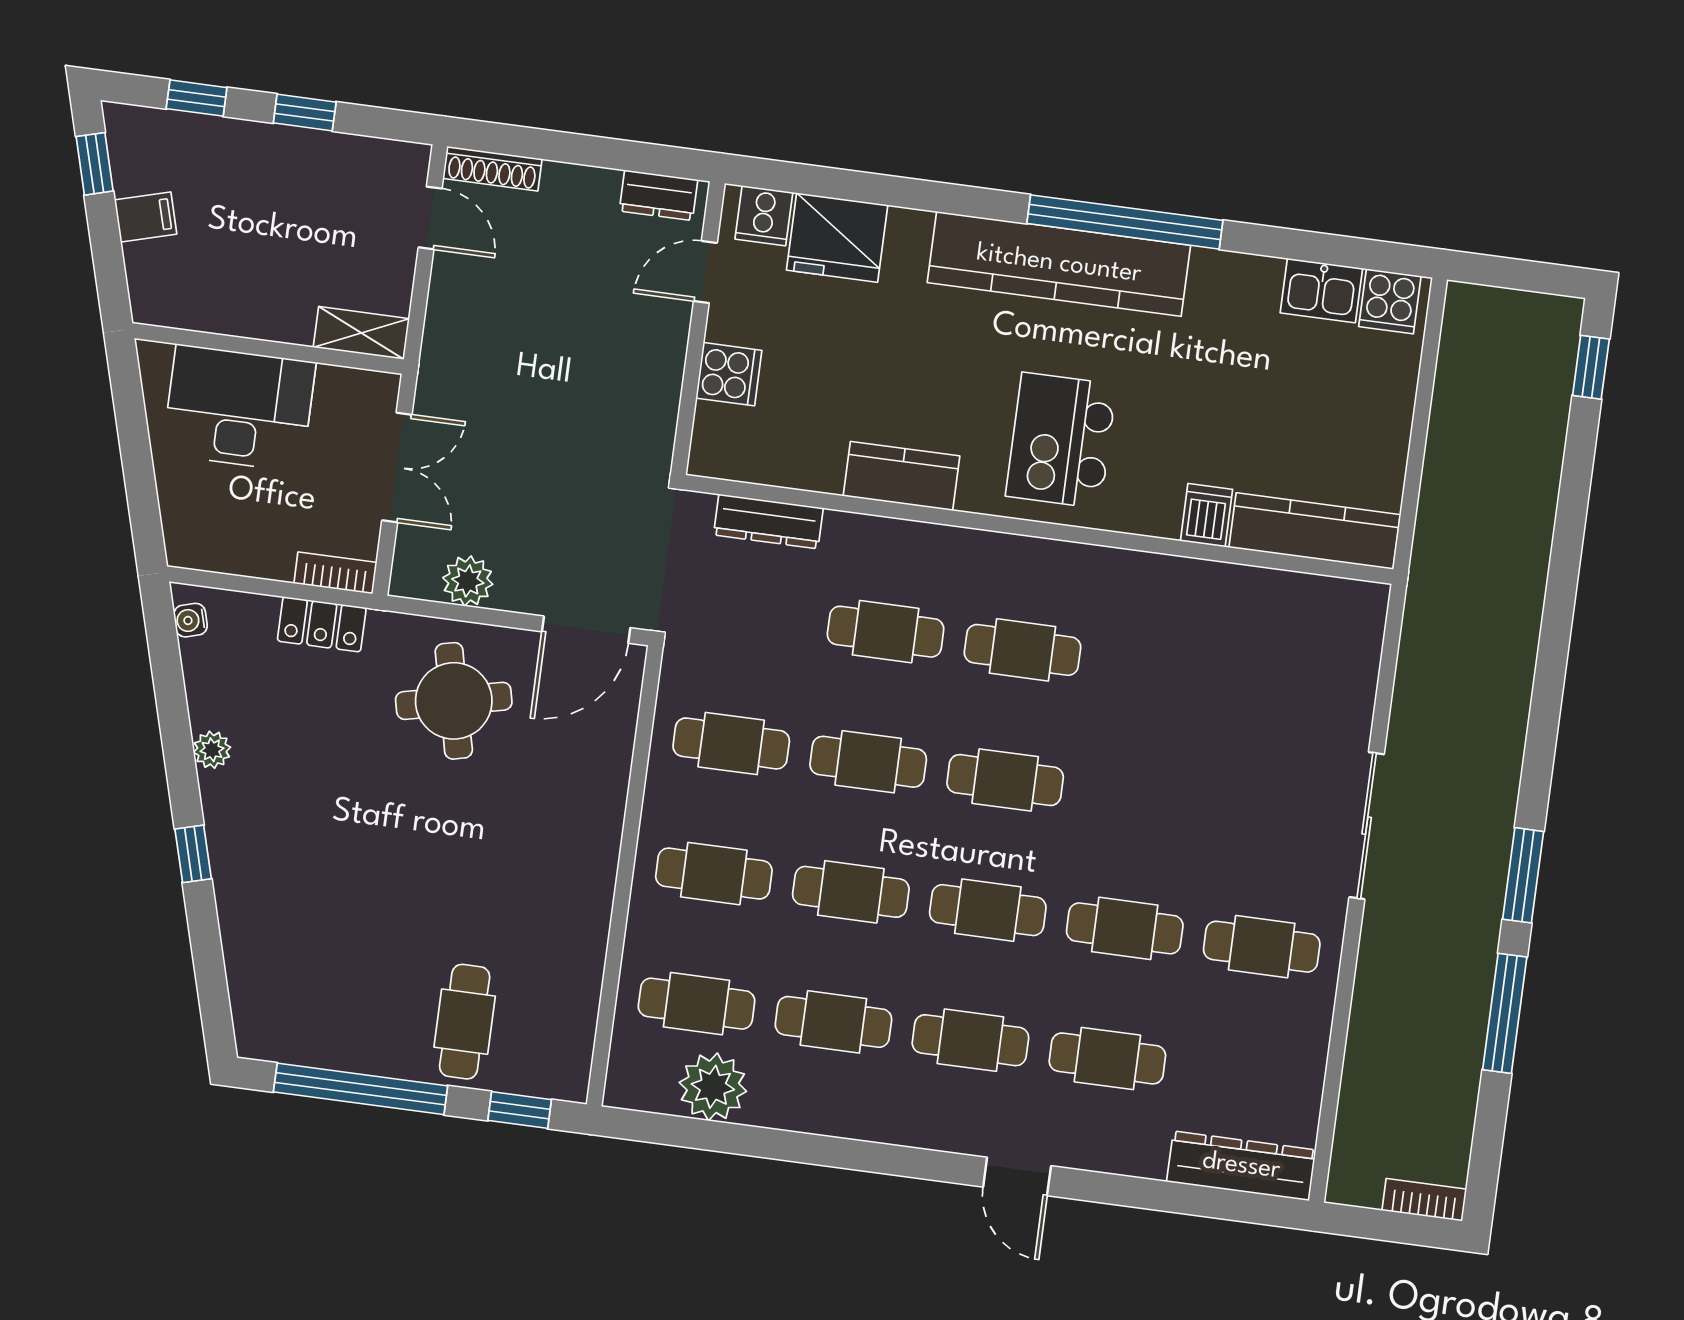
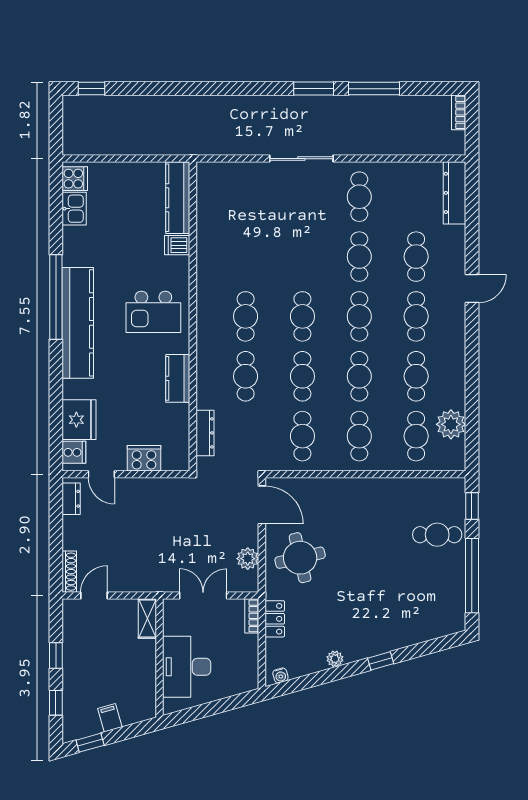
cooker: (729, 374) -> (144, 458), width x1.36

